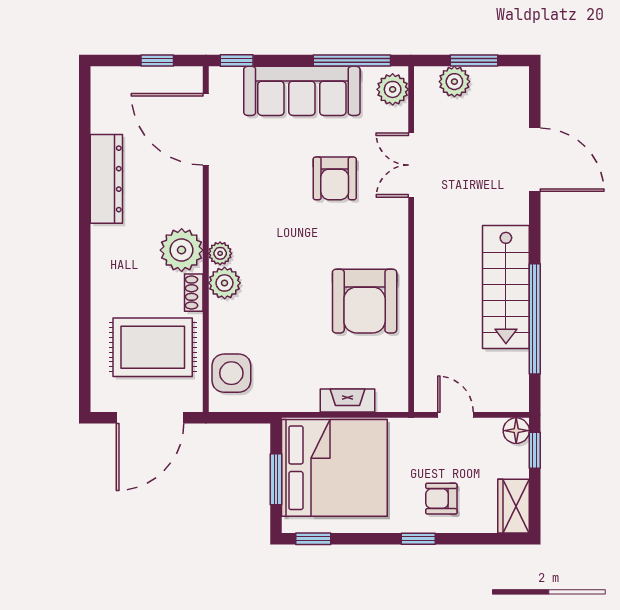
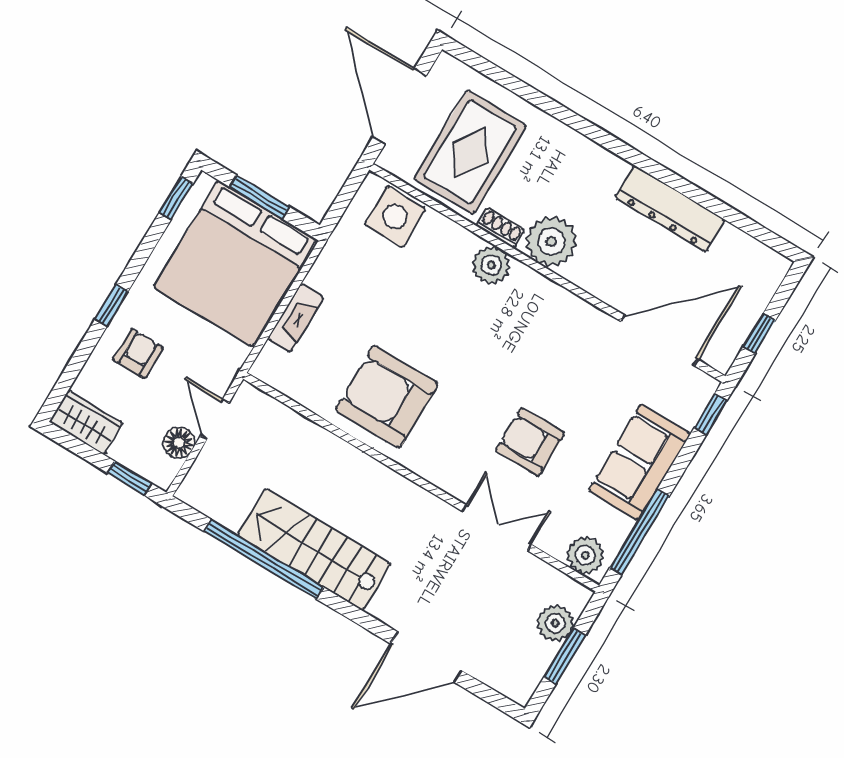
sofa: (302, 91) -> (640, 462), width x0.73
plant: (220, 253) -> (524, 279), removed
door: (455, 415) -> (215, 419), swing flipped
floor lamp: (516, 431) -> (179, 443), moved

